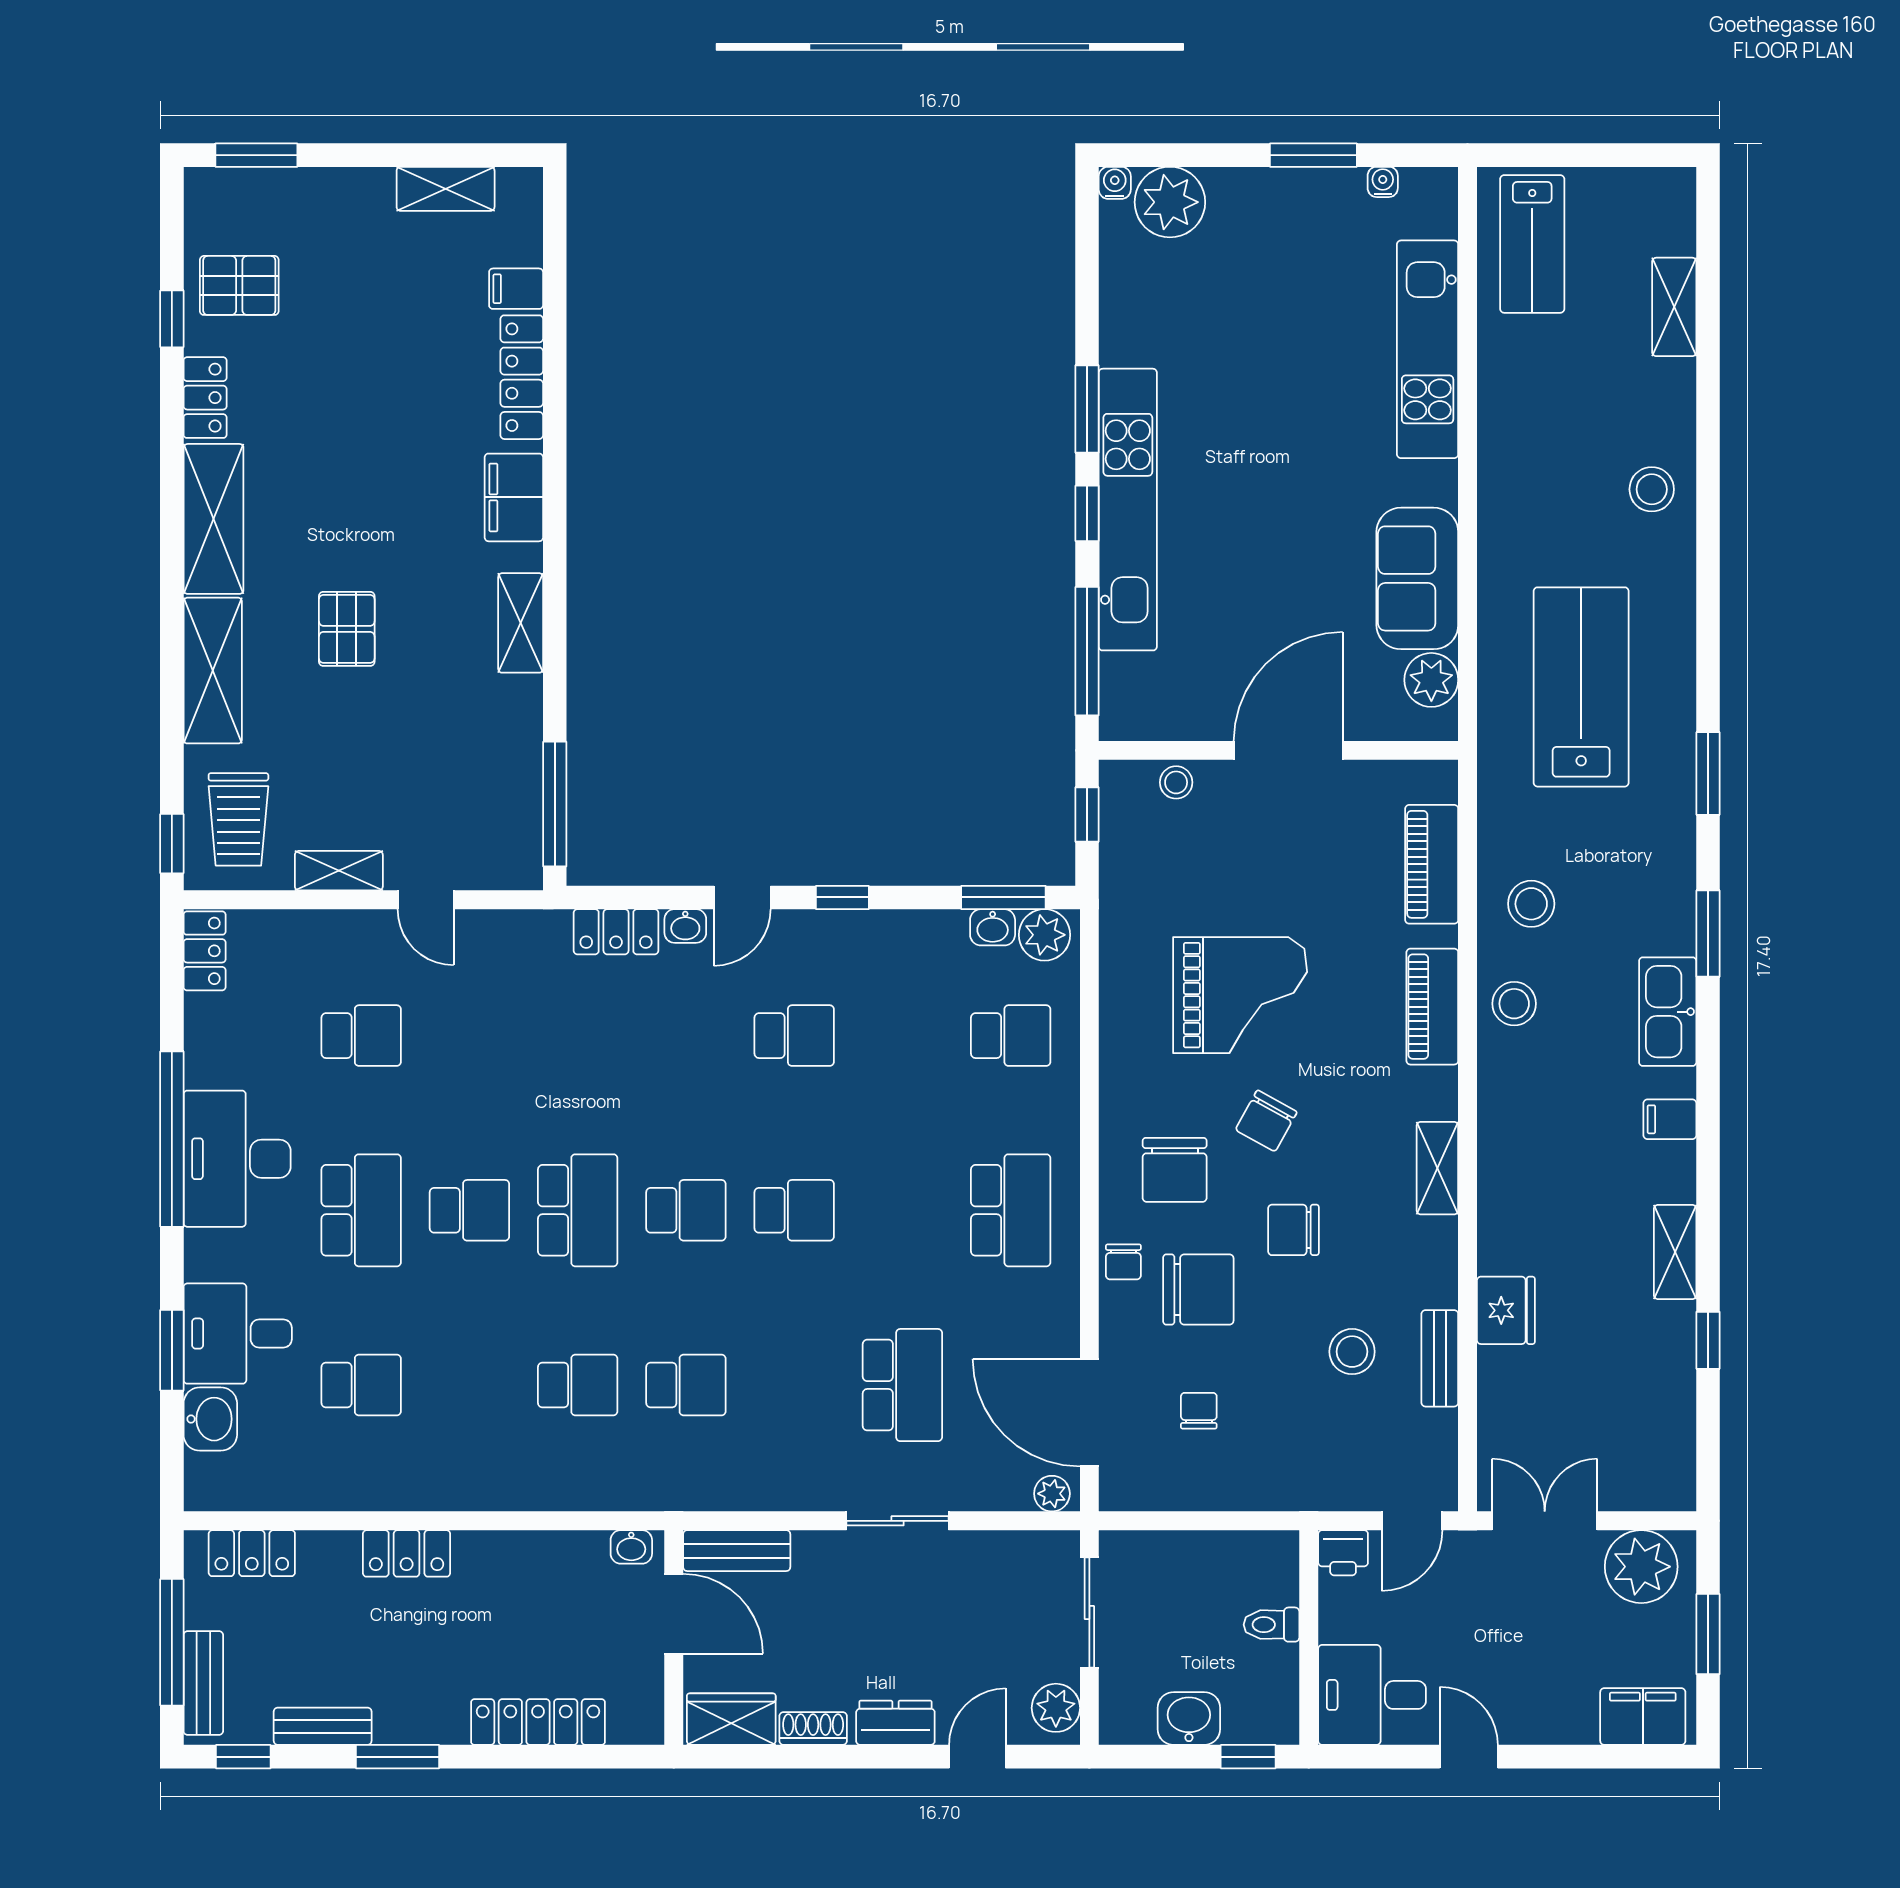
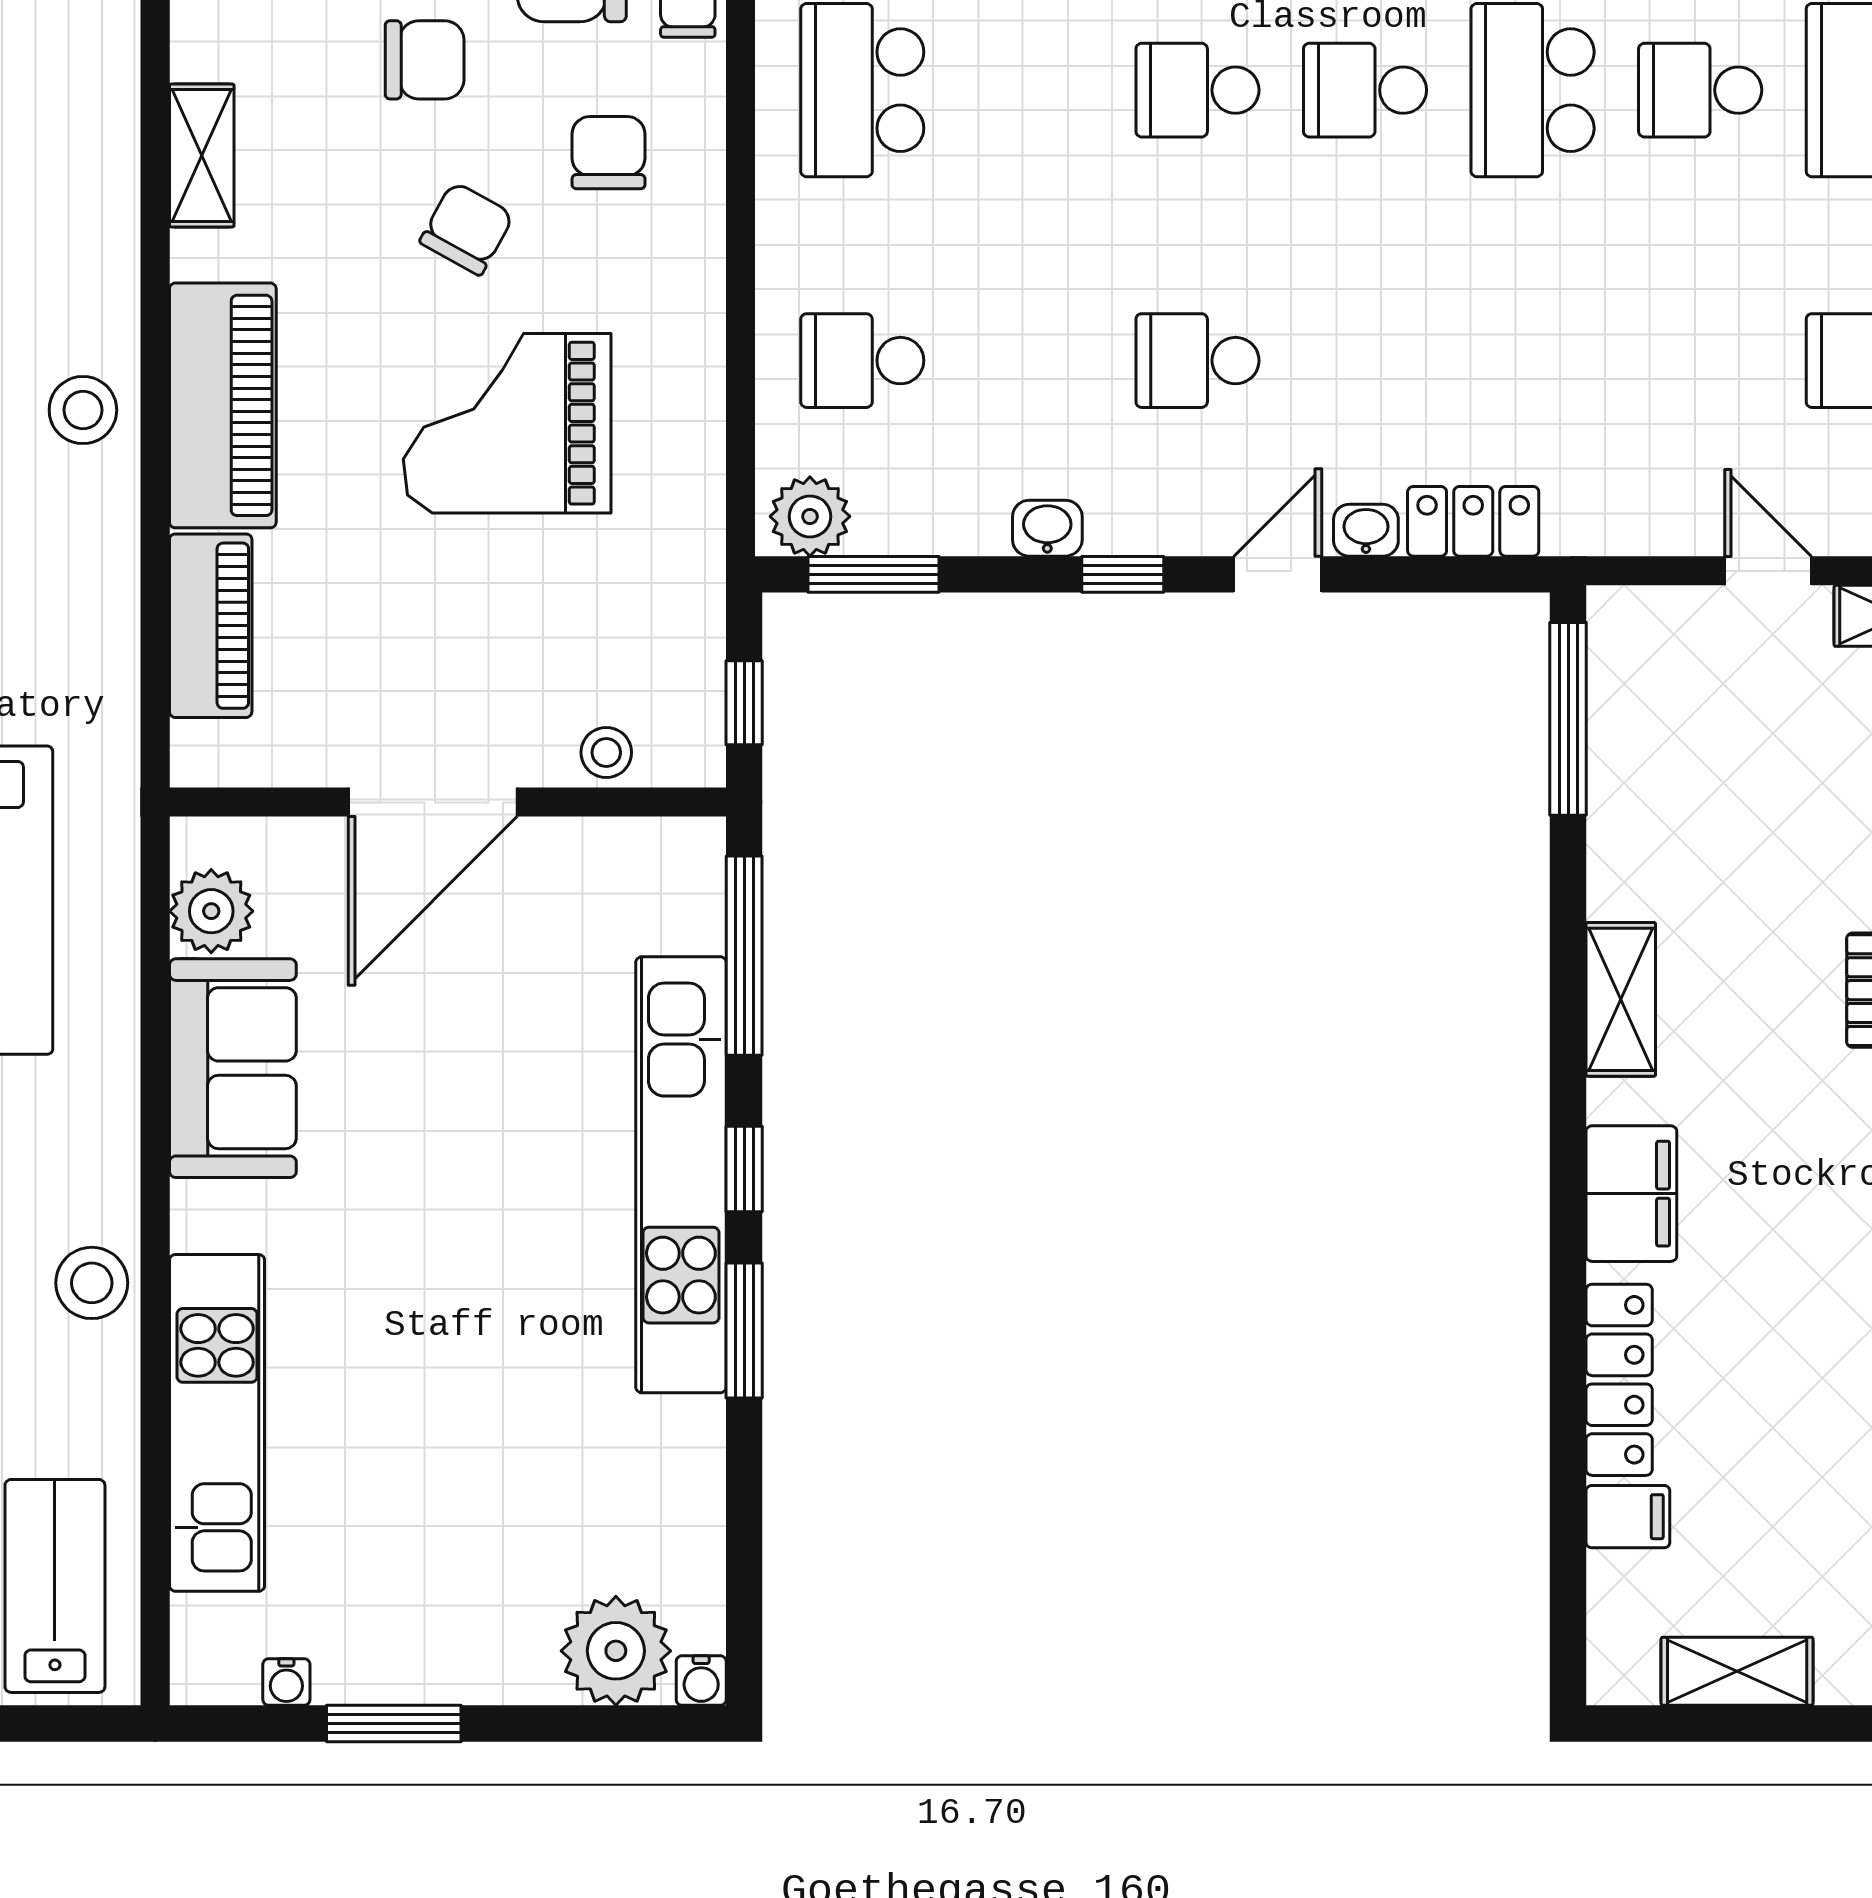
stool: (1531, 904) -> (92, 1283), moved
washbasin: (993, 927) -> (1047, 528), moved
piano: (1432, 1007) -> (223, 405), width x1.37, depth x1.33
chair: (1175, 1170) -> (609, 153), width x0.73, depth x0.73

